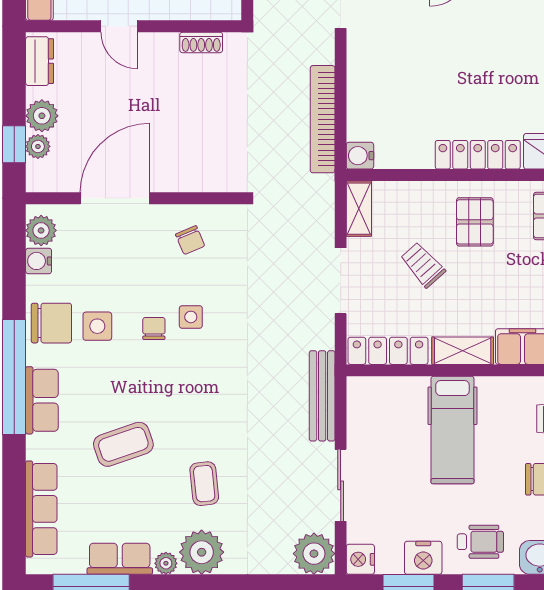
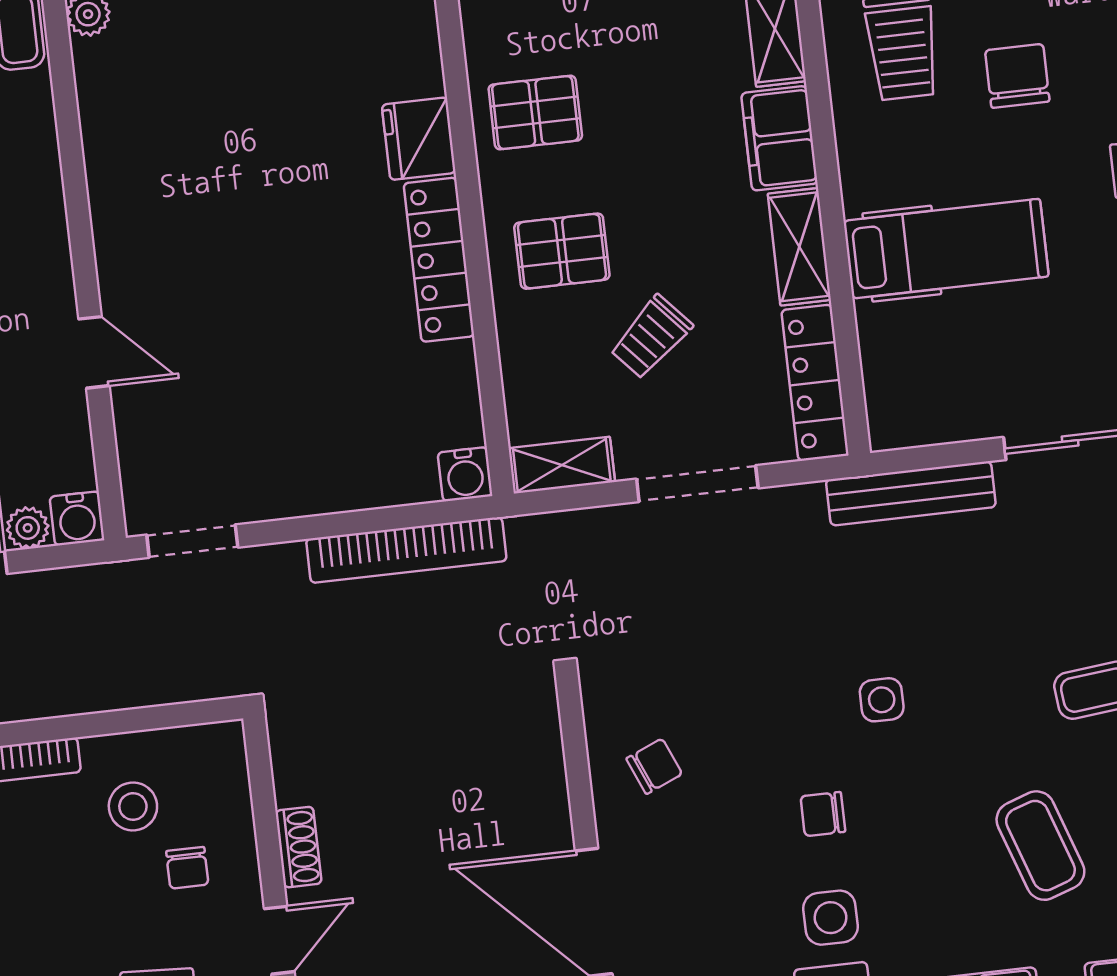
shoe rack: (201, 42) -> (299, 847), moved
side table: (191, 317) -> (882, 700), moved

